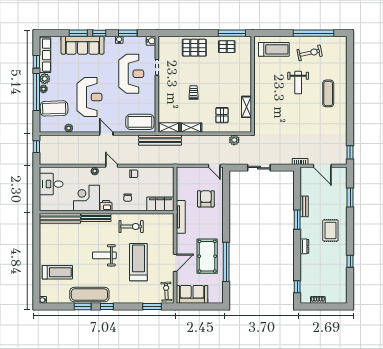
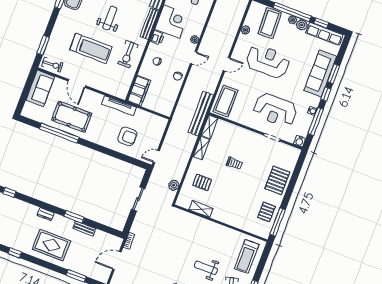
window: (128, 33) -> (316, 122), width x1.44
reception desk: (89, 97) -> (268, 61), turned 180
rug: (330, 230) -> (51, 245), width x1.36, depth x1.43

